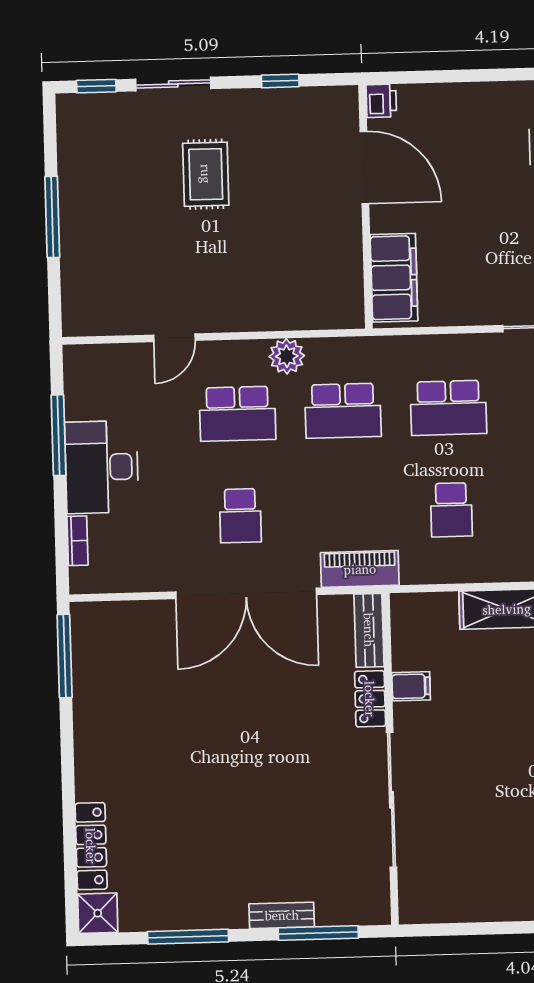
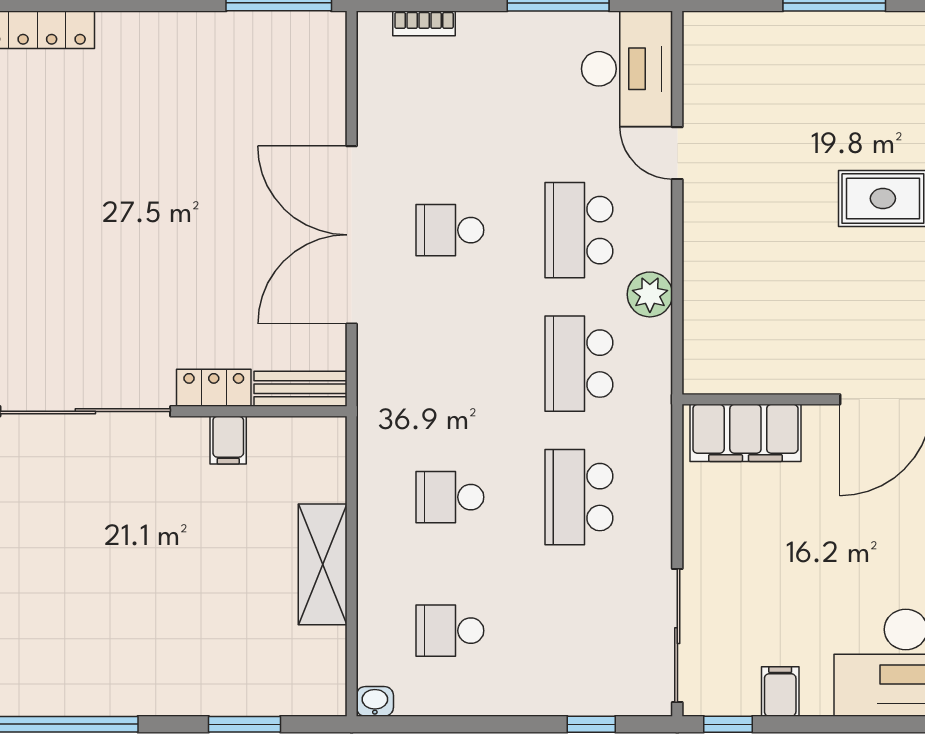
desk: (102, 467) -> (627, 69), moved, turned 90
piano: (360, 569) -> (378, 379), removed

